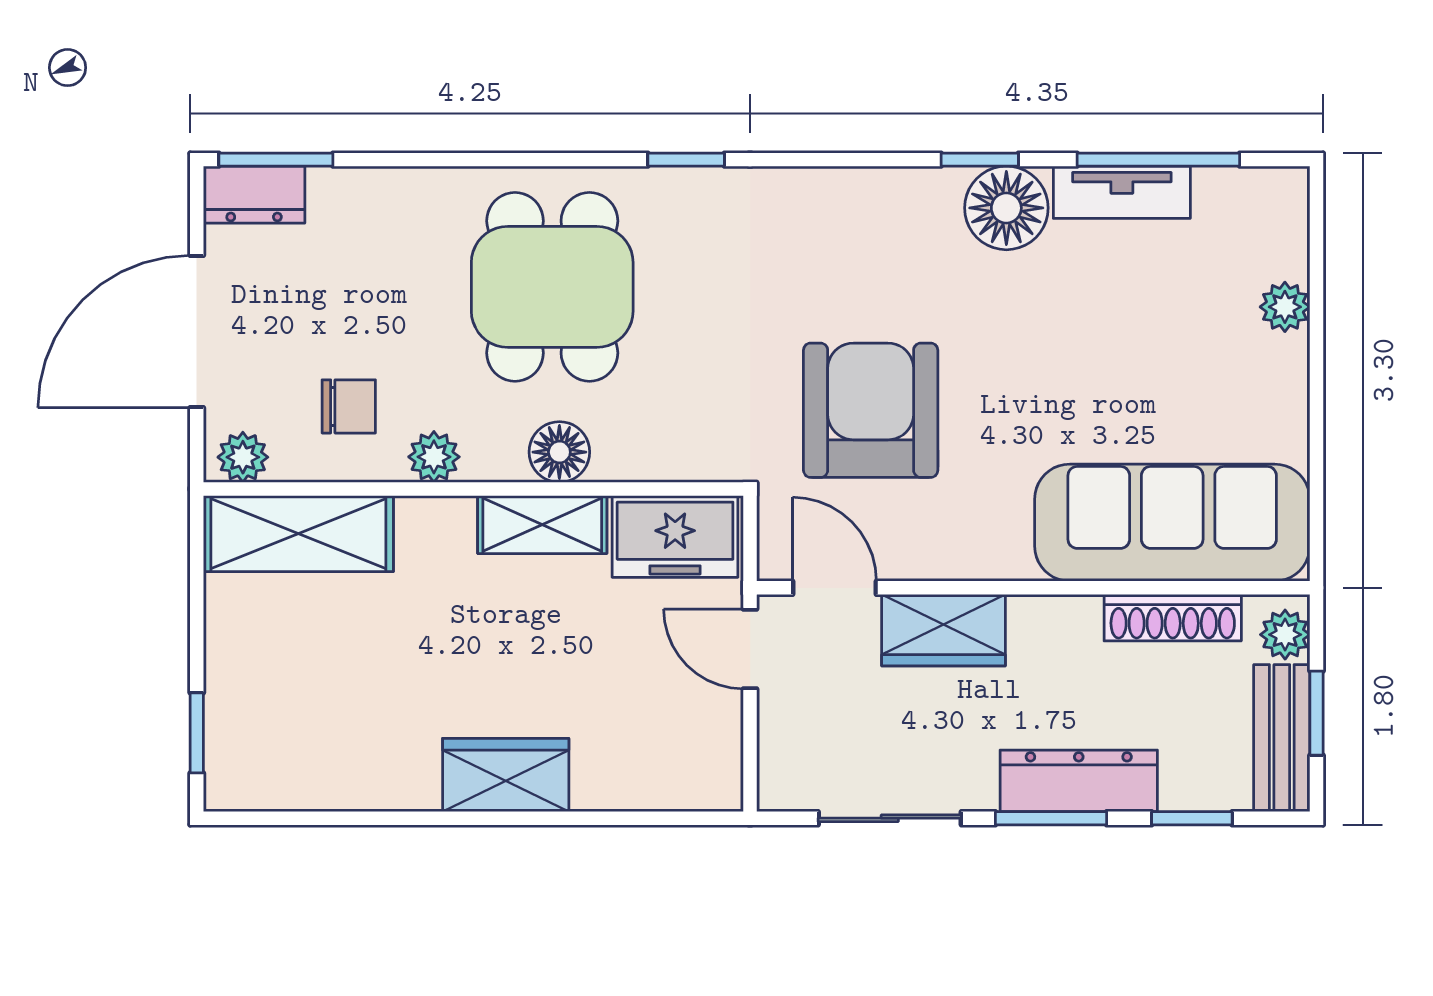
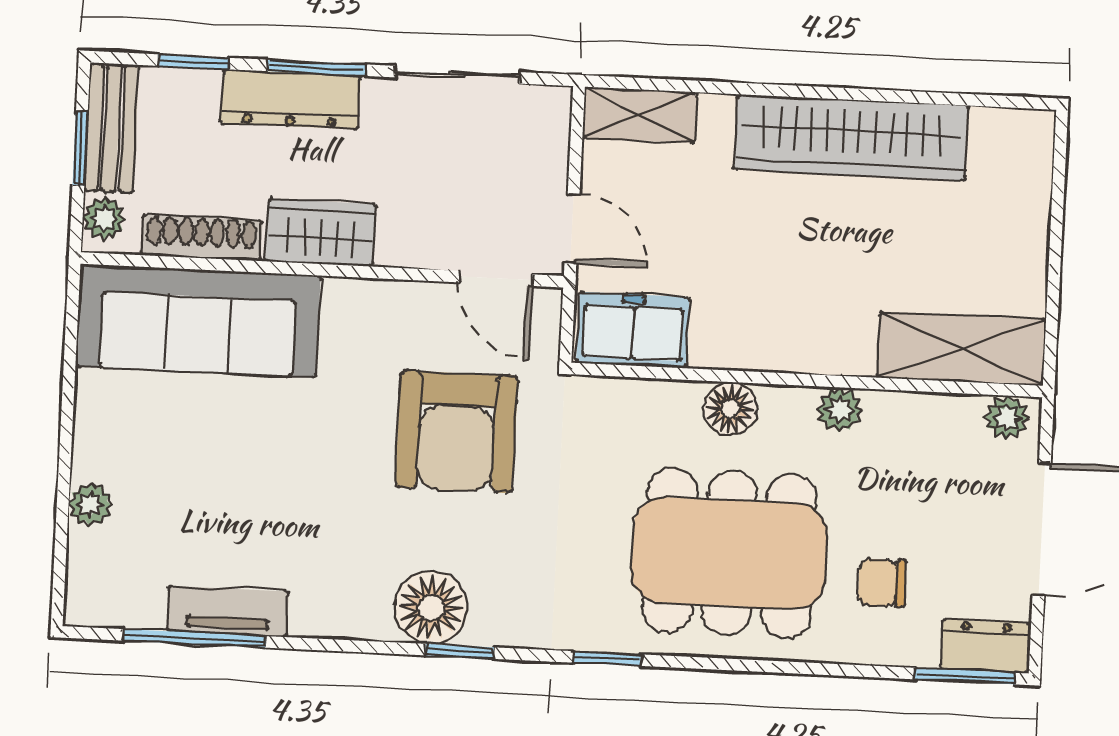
window: (980, 160) -> (460, 651), moved
floor lamp: (1006, 208) -> (431, 608), moved
dining table: (552, 287) -> (729, 553), width x1.38
chair: (349, 406) -> (882, 583), moved
shelving: (542, 525) -> (640, 115), moved
wardrobe: (943, 630) -> (321, 233), moved
window: (197, 733) -> (1059, 179), removed
wardrobe: (506, 775) -> (851, 137), width x2.10, depth x1.17

